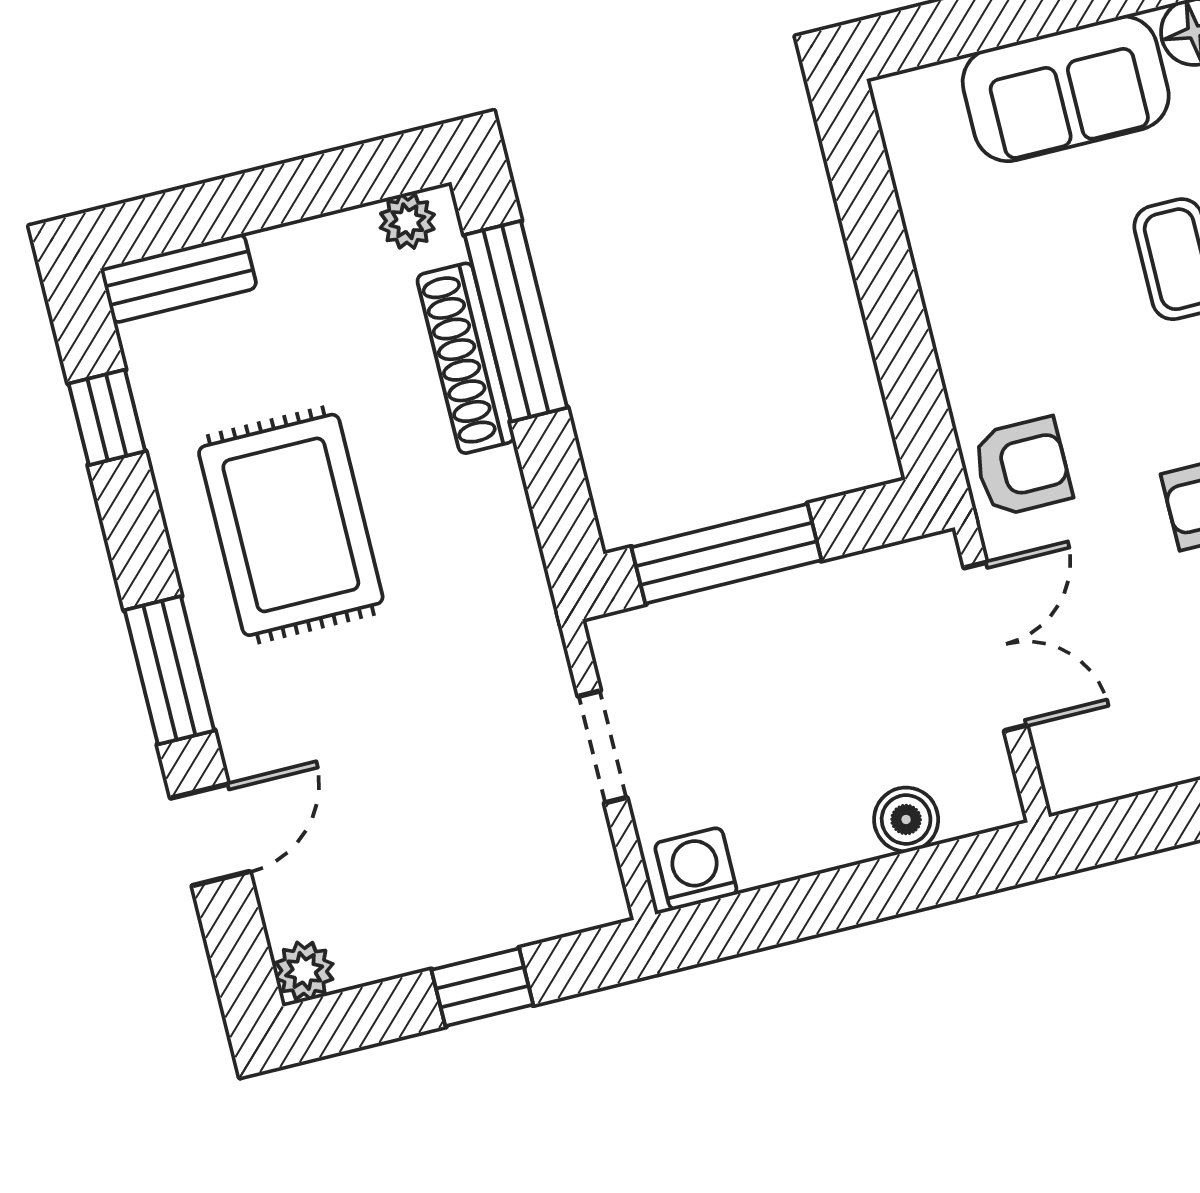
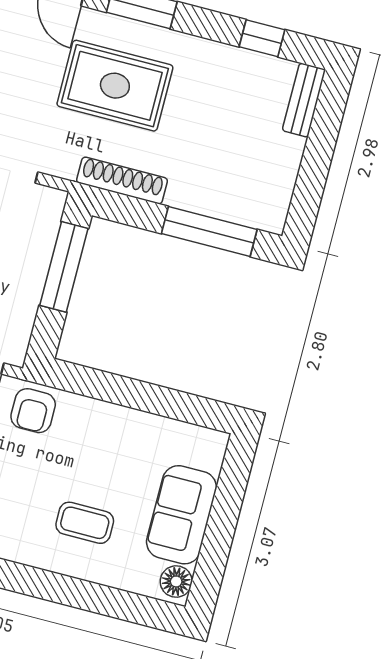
plant: (407, 221) -> (276, 209), removed
shoe rack: (466, 358) -> (122, 180), moved
rug: (291, 525) -> (115, 86), moved

